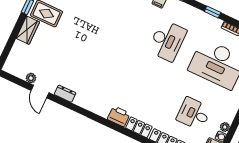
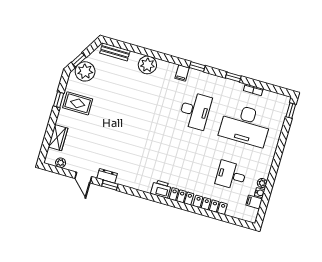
wardrobe: (28, 30) -> (58, 138), moved
plant: (31, 78) -> (61, 163), moved
window: (66, 104) -> (110, 185), added

